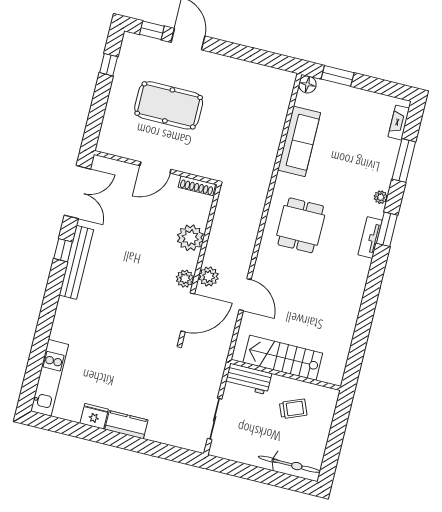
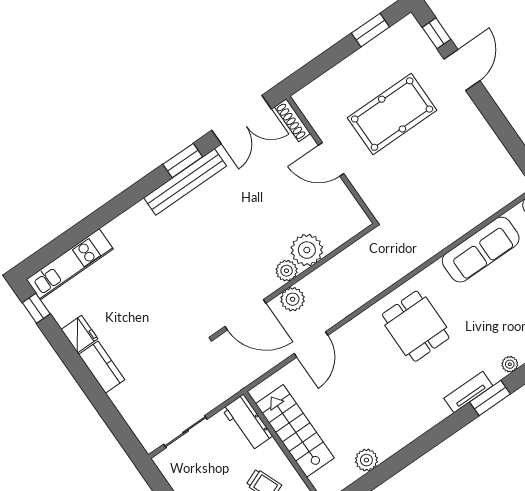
window: (109, 65) -> (370, 30), width x1.50
pool table: (169, 105) -> (392, 114), turned 90
shoe rack: (197, 186) -> (293, 120), moved
dining table: (301, 225) -> (416, 326), turned 90
window: (63, 250) -> (183, 160), width x1.50
plant: (185, 279) -> (287, 271), moved
plant: (344, 336) -> (366, 460), added
window: (53, 424) -> (36, 308), added

